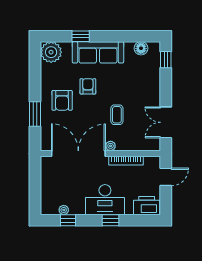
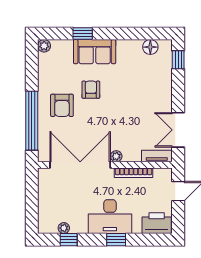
plant: (51, 52) -> (44, 46), width x0.53, depth x0.53
sofa: (98, 52) -> (95, 52), width x0.73
window: (35, 114) -> (32, 121), width x2.11
coffee table: (117, 115) -> (123, 121), removed
tv unit: (147, 146) -> (157, 156), added

